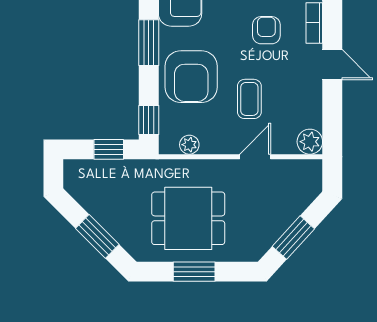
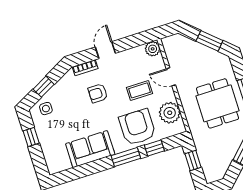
armchair: (191, 77) -> (137, 127), turned -90
window: (149, 120) -> (154, 148), moved
plant: (189, 145) -> (170, 113), width x1.87, depth x1.87

